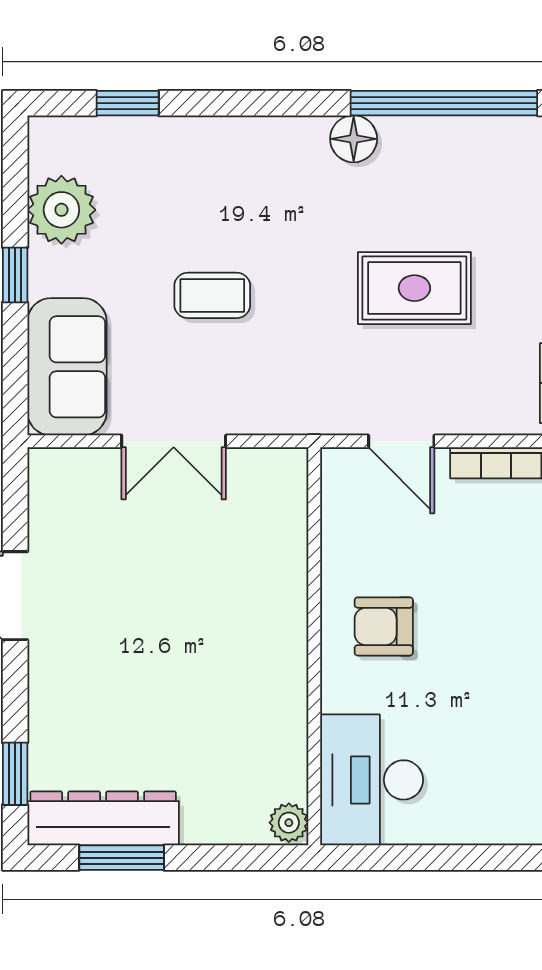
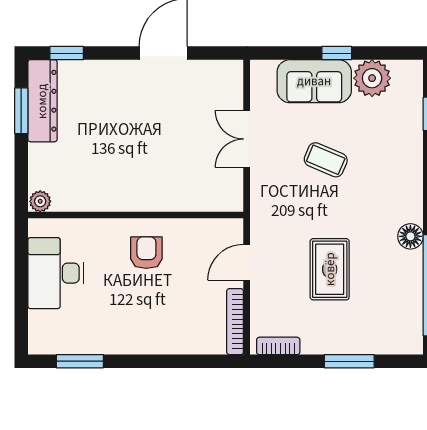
coffee table: (212, 295) -> (326, 160), turned -67
sofa: (67, 367) -> (314, 81), moved
desk: (372, 780) -> (56, 273), moved, turned -90

